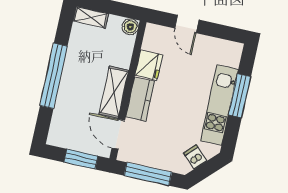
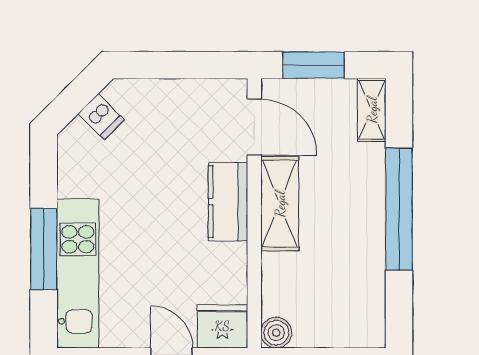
shelving: (91, 17) -> (372, 110), moved, turned 90
fridge: (149, 65) -> (222, 326), moved, turned 90
kitchen unit: (219, 105) -> (78, 274), moved
window: (148, 174) -> (182, 65), removed

